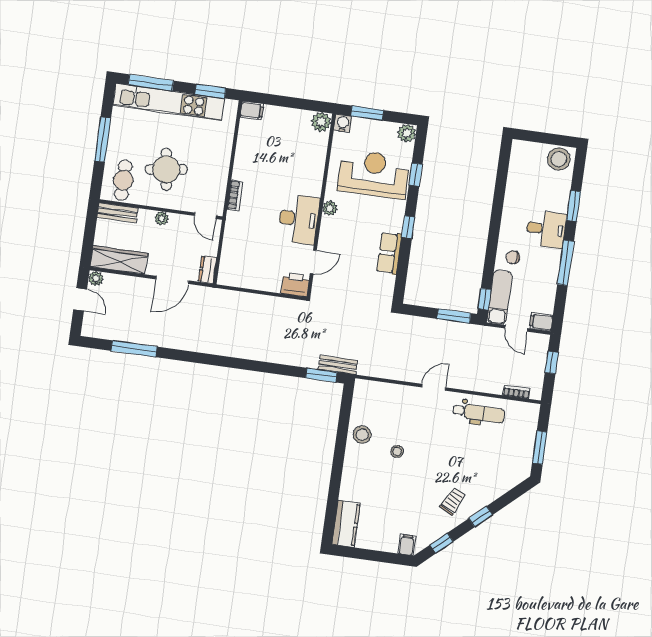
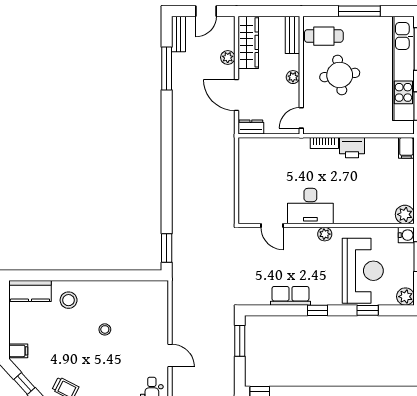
plant: (96, 278) -> (228, 57), moved
printer: (295, 285) -> (352, 148), moved, turned 90
window: (454, 316) -> (240, 341), moved
bench: (338, 365) -> (178, 34), moved
stool: (362, 435) -> (69, 300), moved

